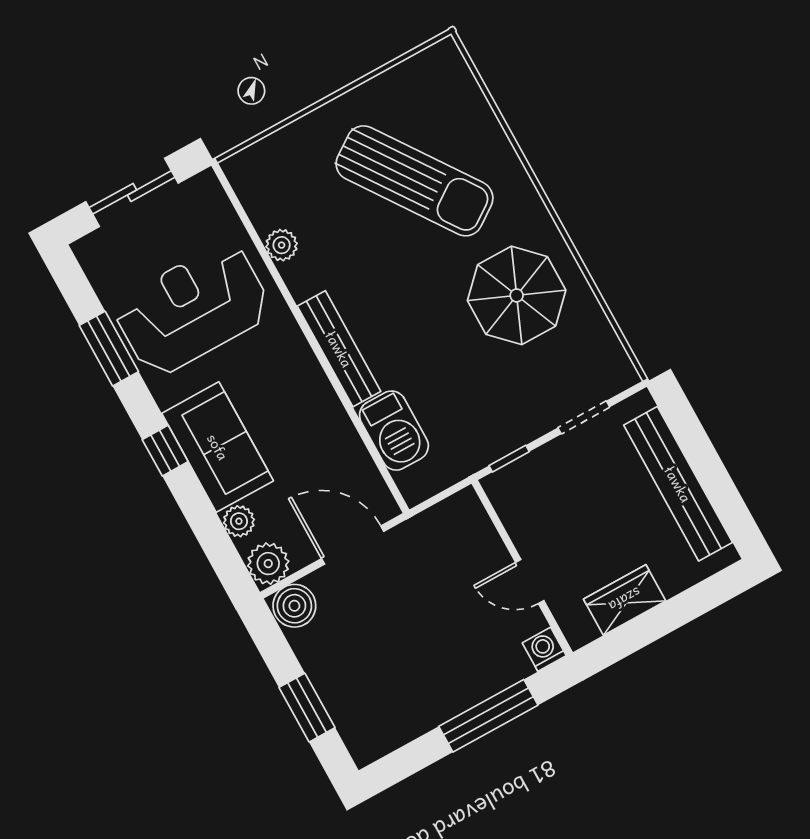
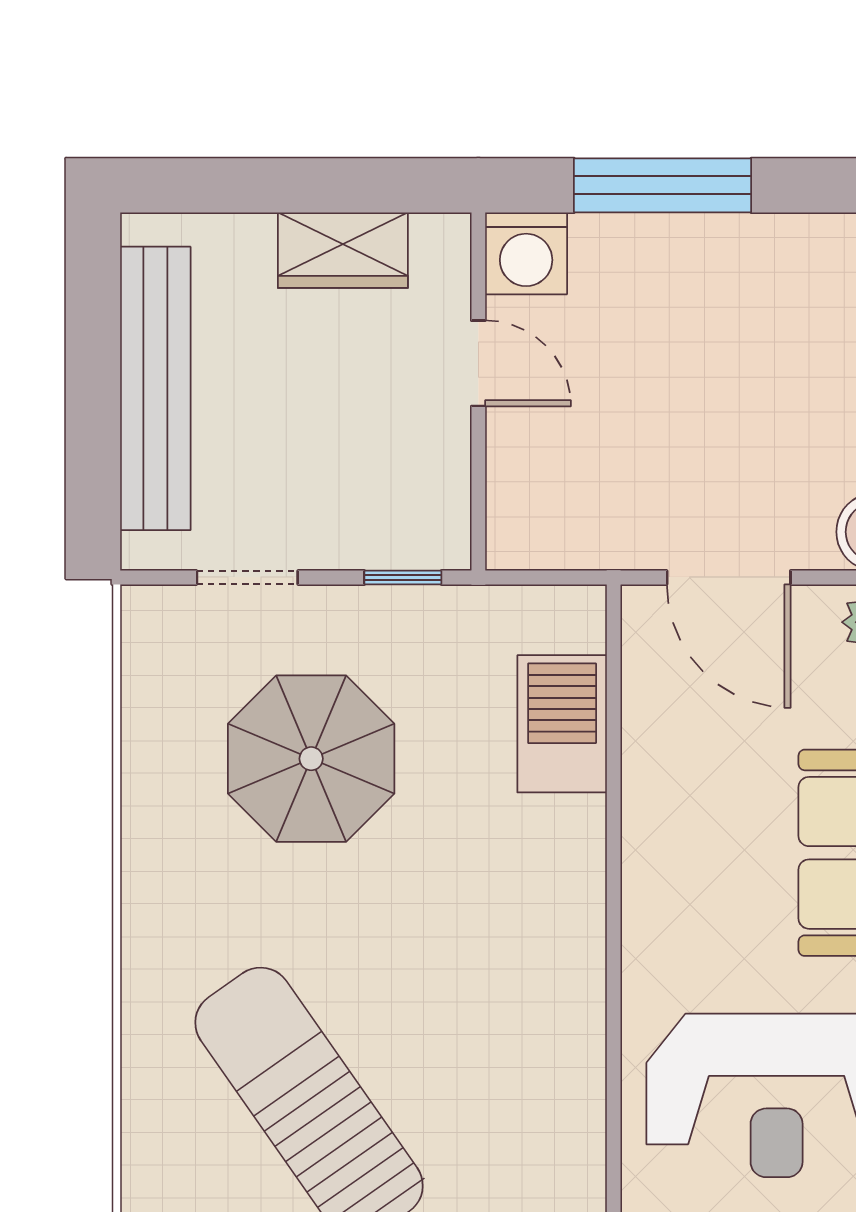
plant: (282, 245) -> (578, 1119), removed
parasol: (517, 295) -> (311, 759), moved
bench: (339, 349) -> (577, 903), removed
washing machine: (544, 649) -> (526, 253), width x1.38, depth x1.38

